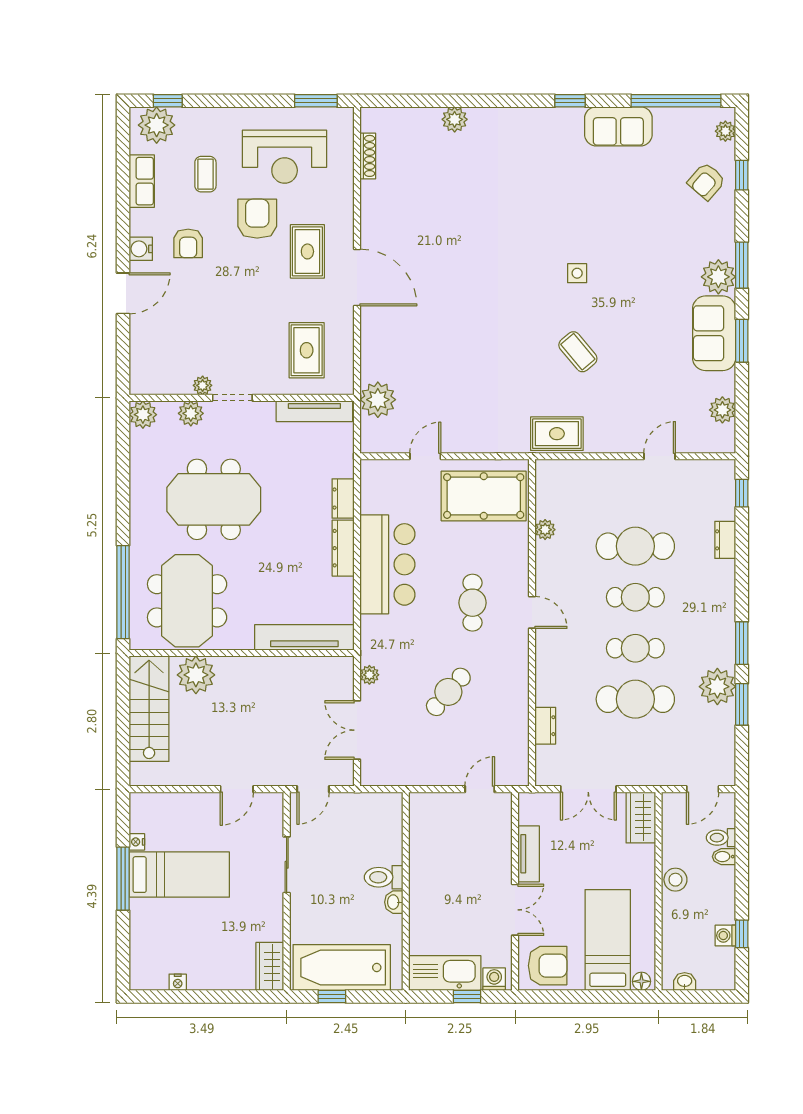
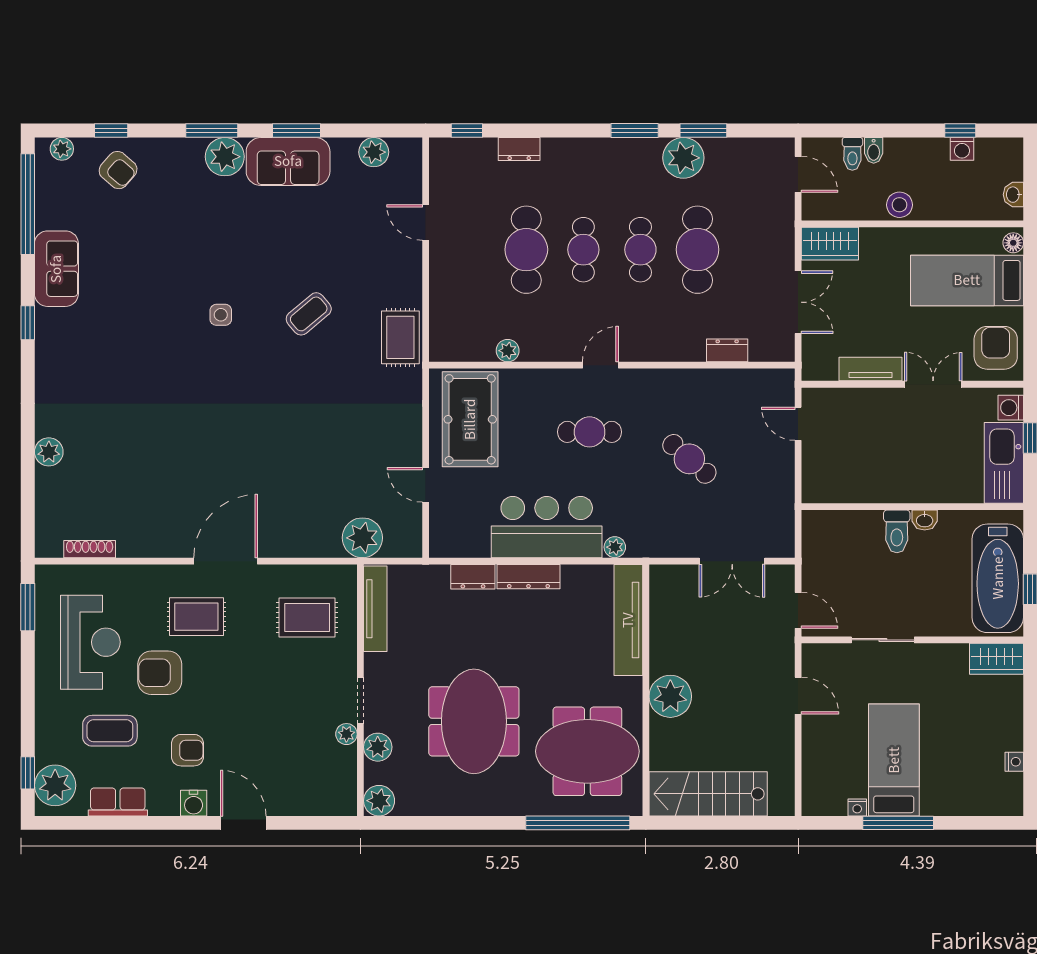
coffee table: (205, 174) -> (110, 731), width x1.36, depth x1.30
plant: (196, 675) -> (670, 696), moved
plant: (369, 675) -> (615, 547), moved

